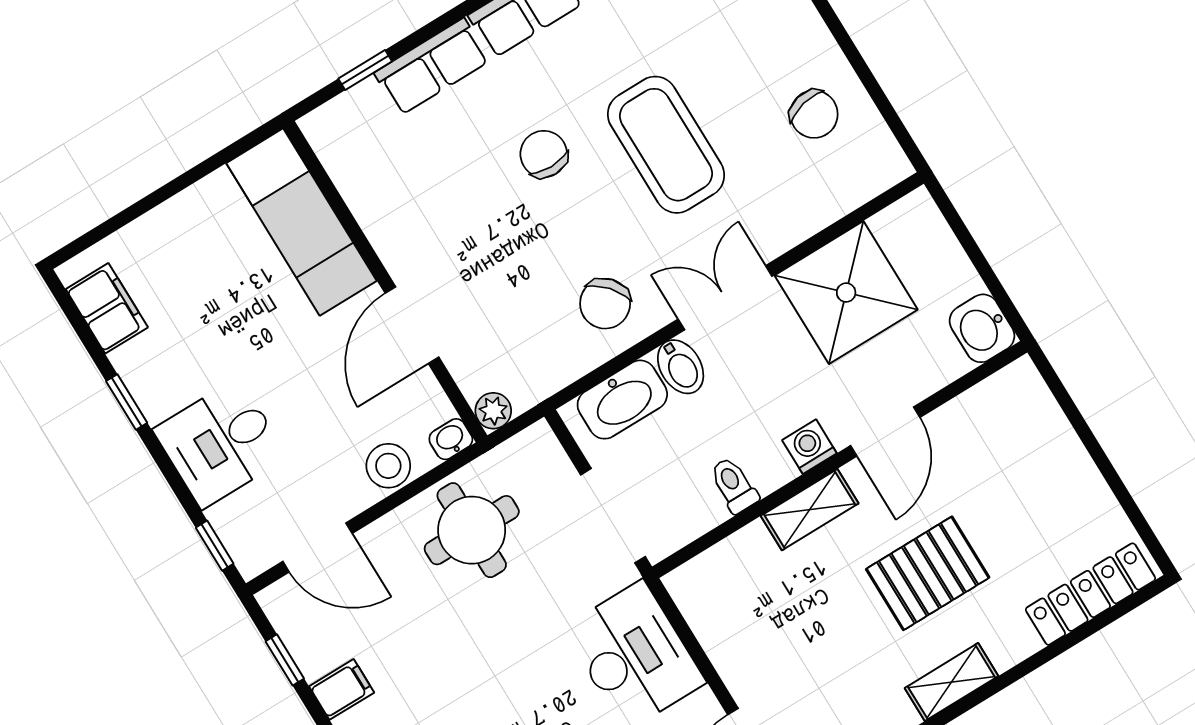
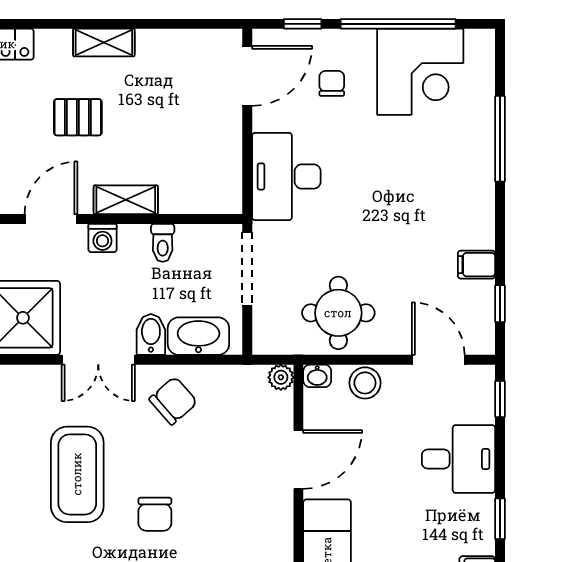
pallet: (928, 573) -> (78, 117), width x0.67, depth x0.71

